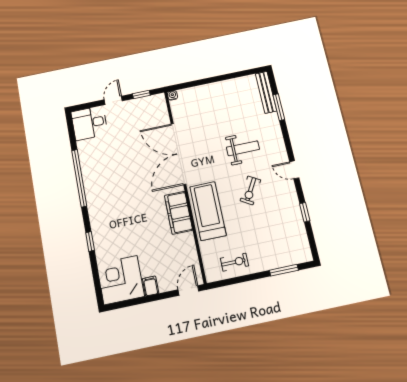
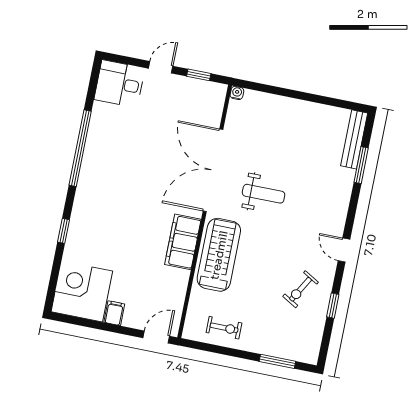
weight bench: (243, 148) -> (264, 194), moved
exercise bike: (250, 190) -> (300, 289), moved

